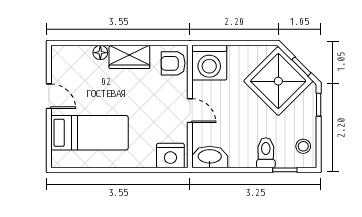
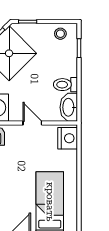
door: (190, 111) -> (32, 123), hinge flipped
toilet: (266, 153) -> (65, 85), moved

